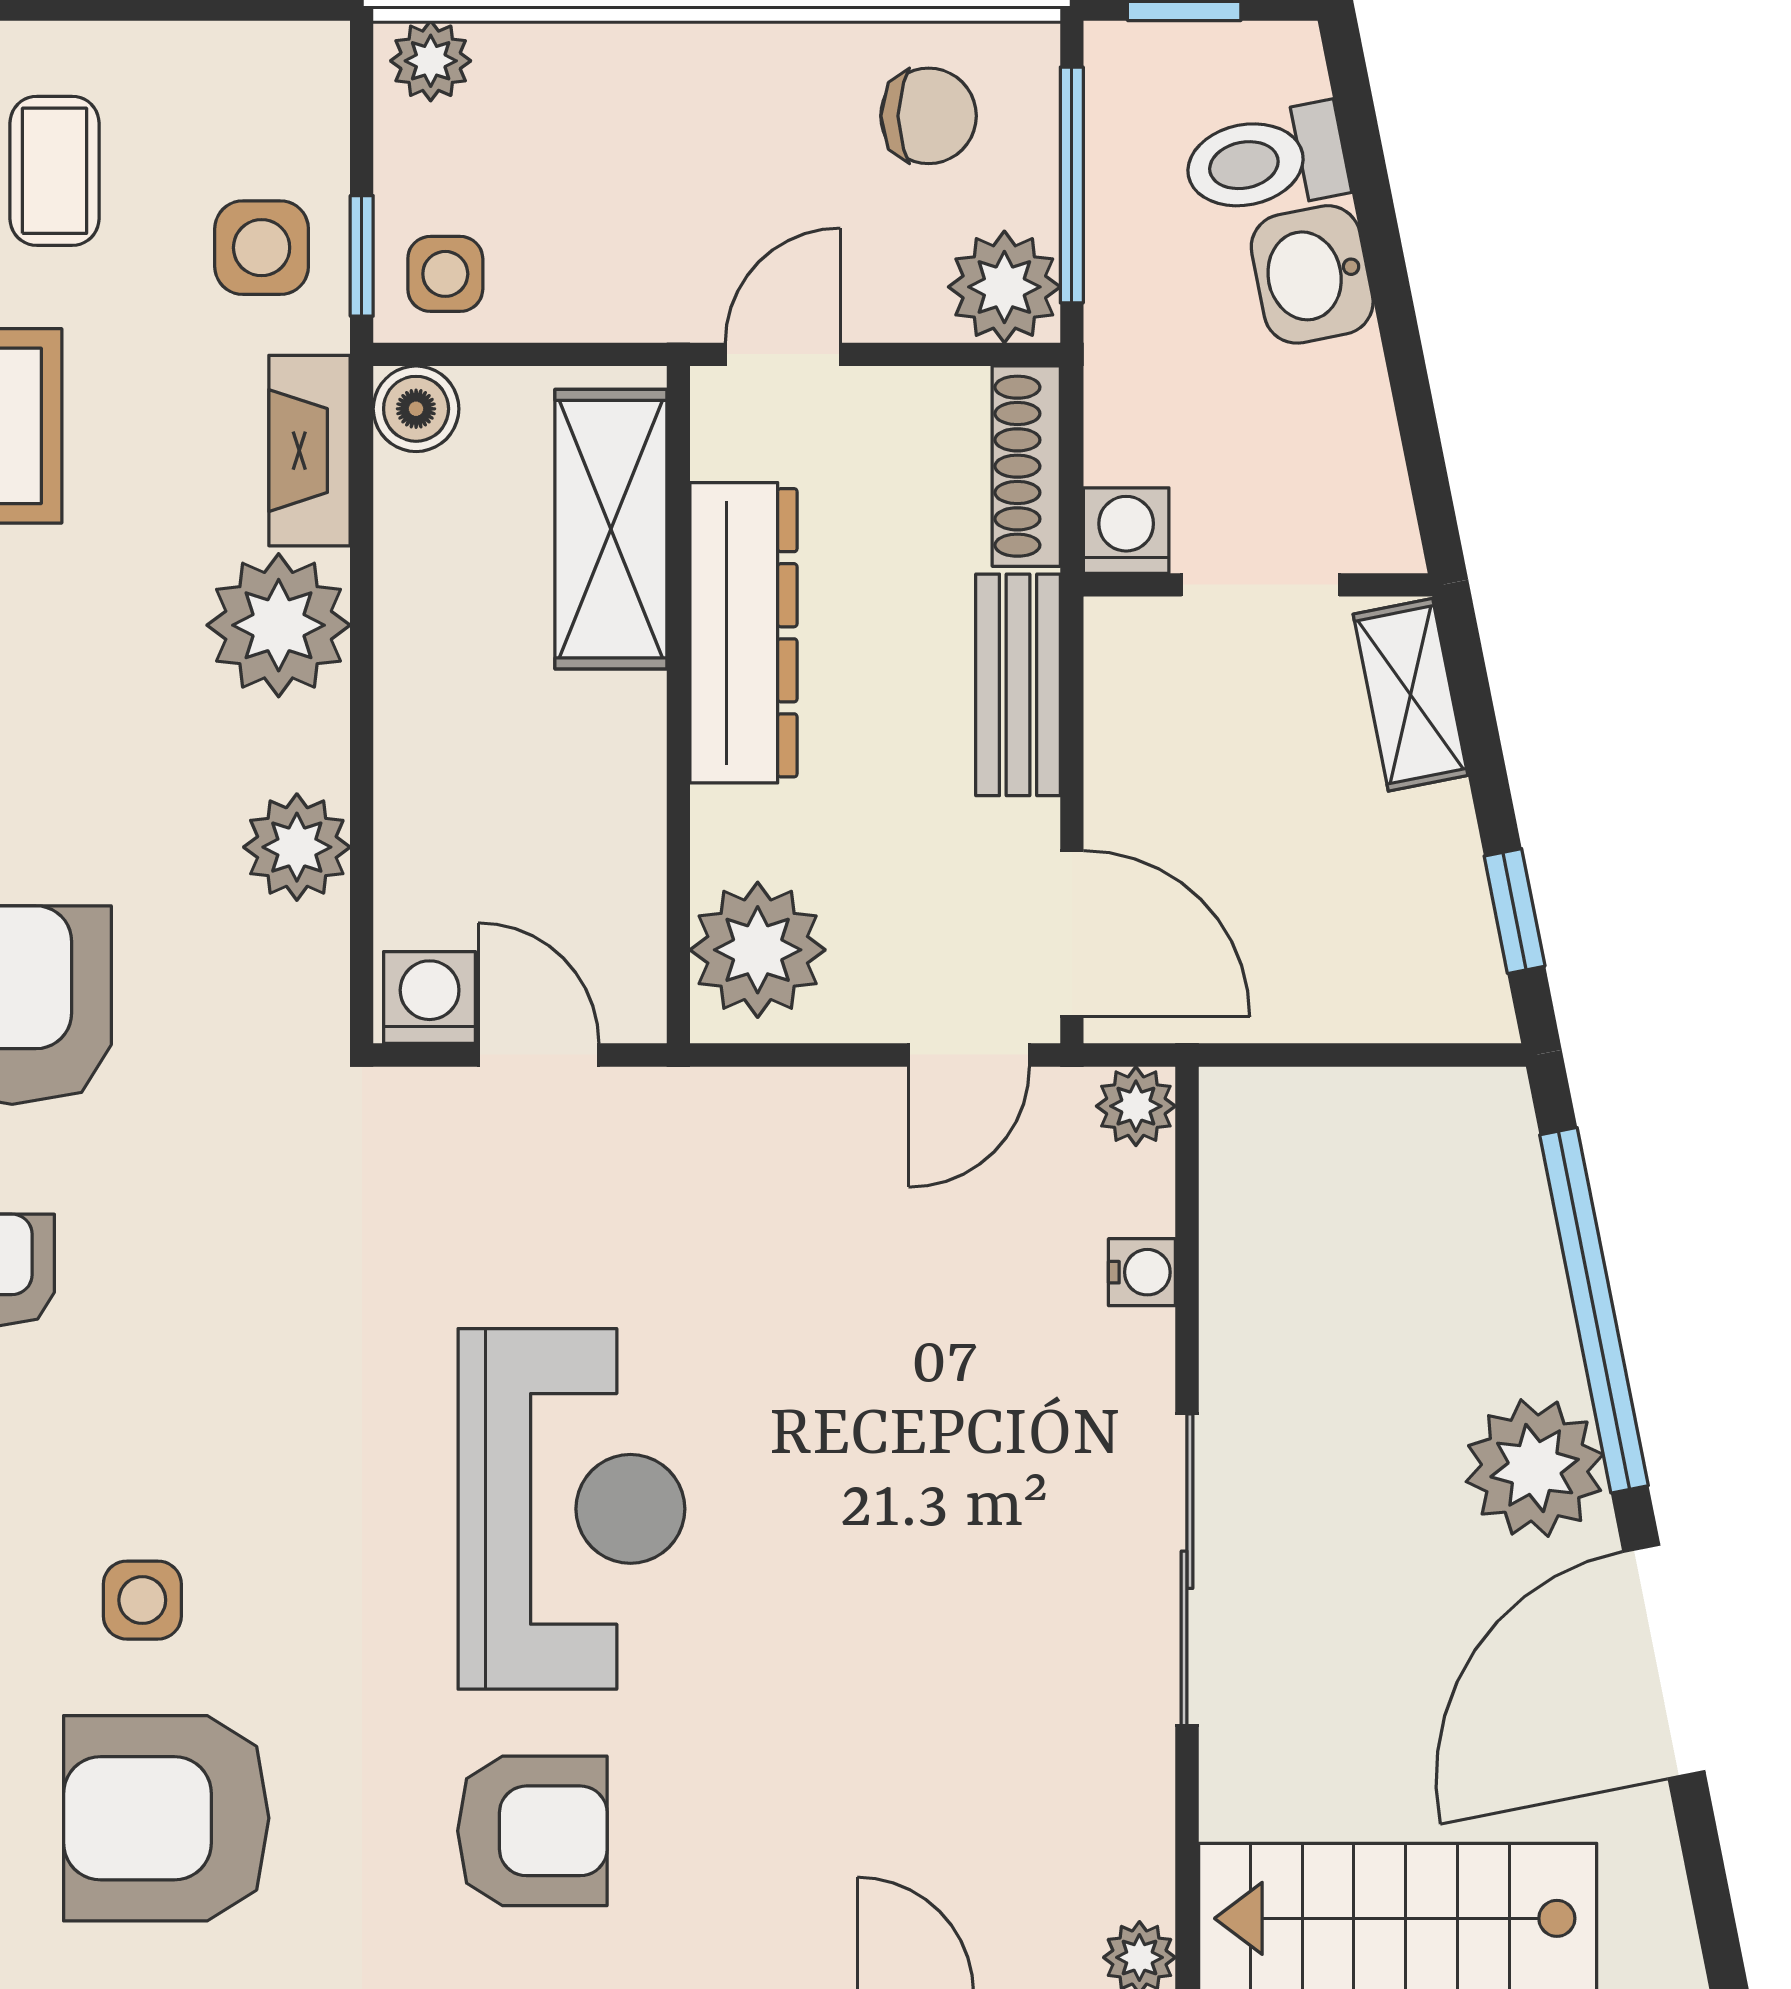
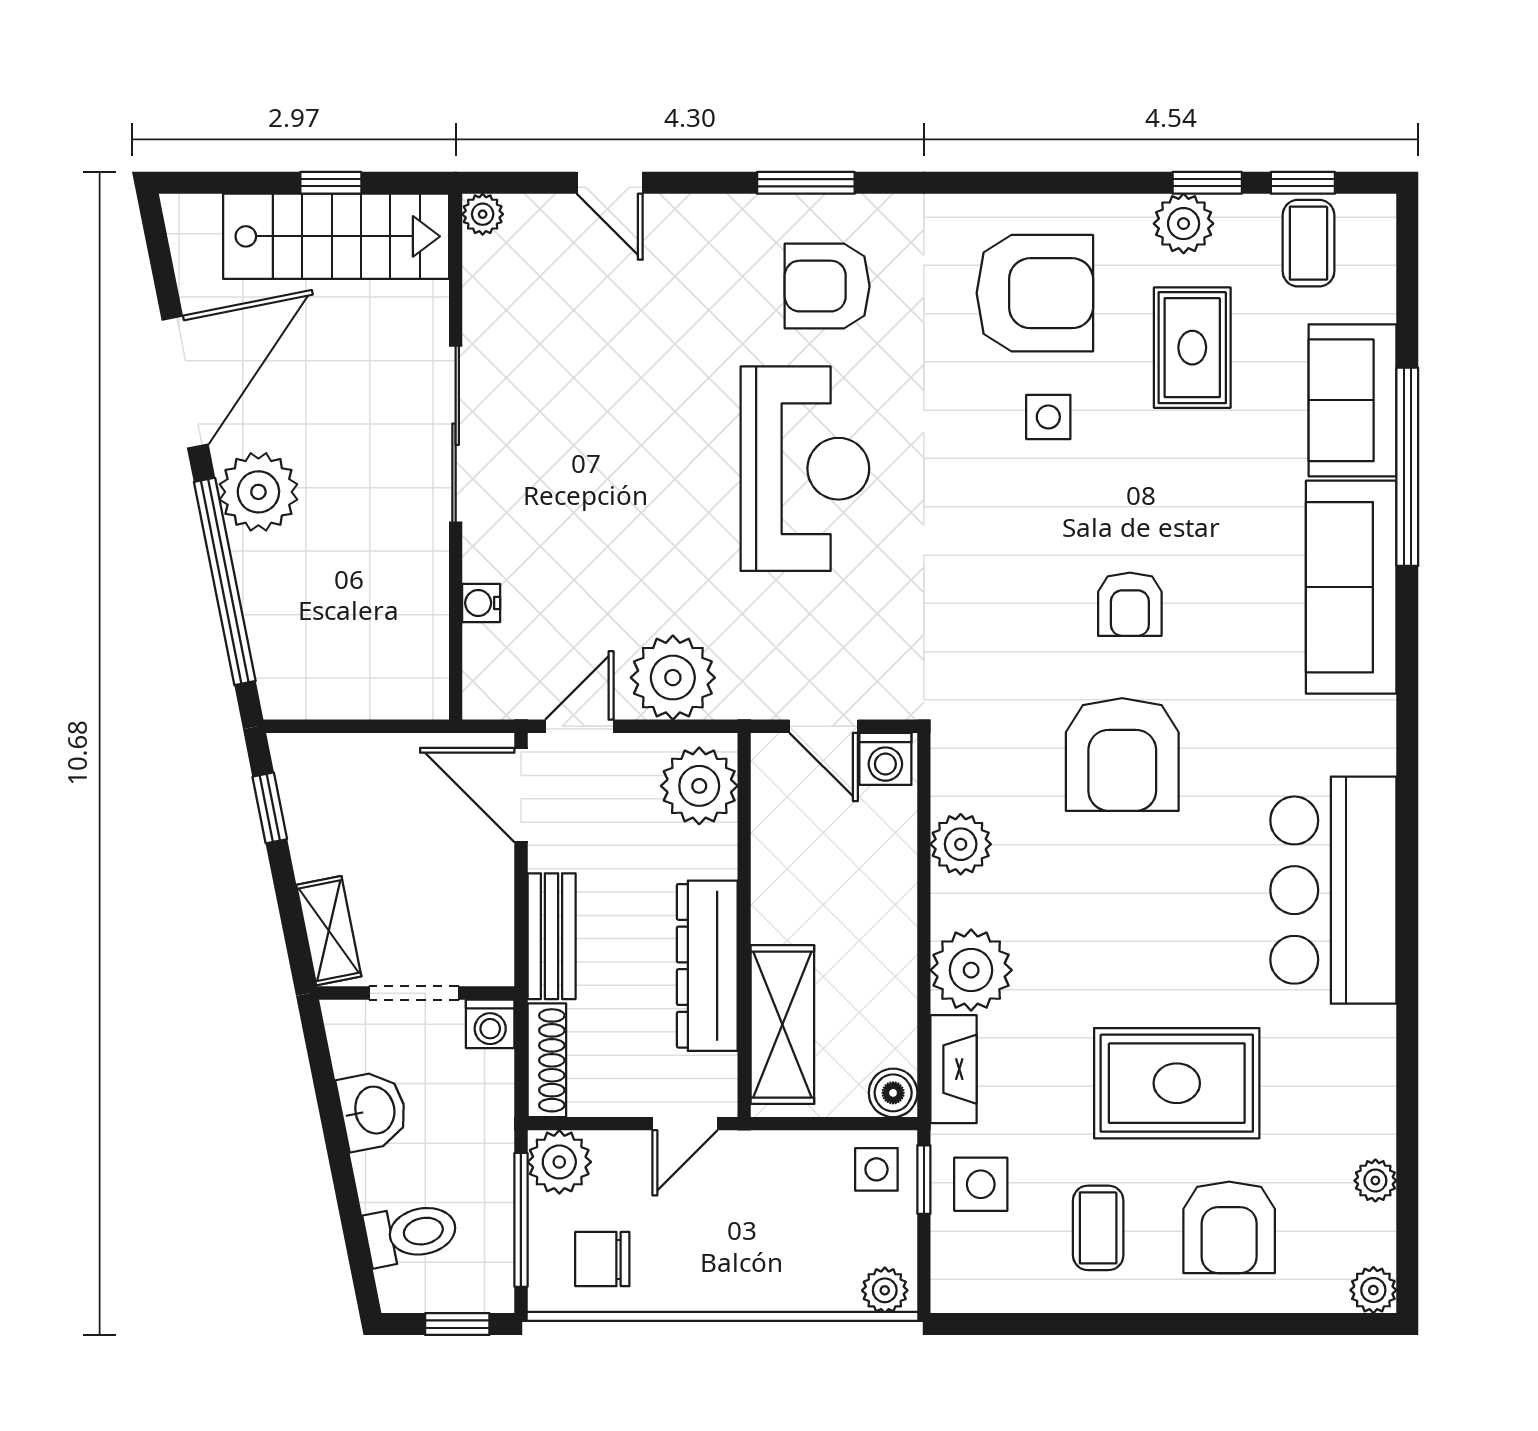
washbasin: (1312, 274) -> (373, 1110), moved
plant: (1136, 1106) -> (673, 678), moved, width x1.87, depth x1.87
reception desk: (571, 1509) -> (805, 469), turned 180

